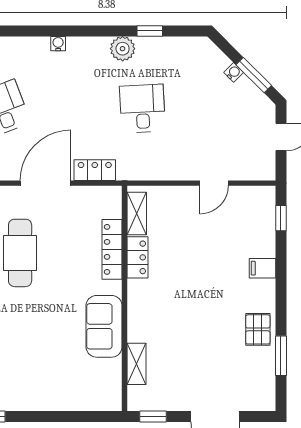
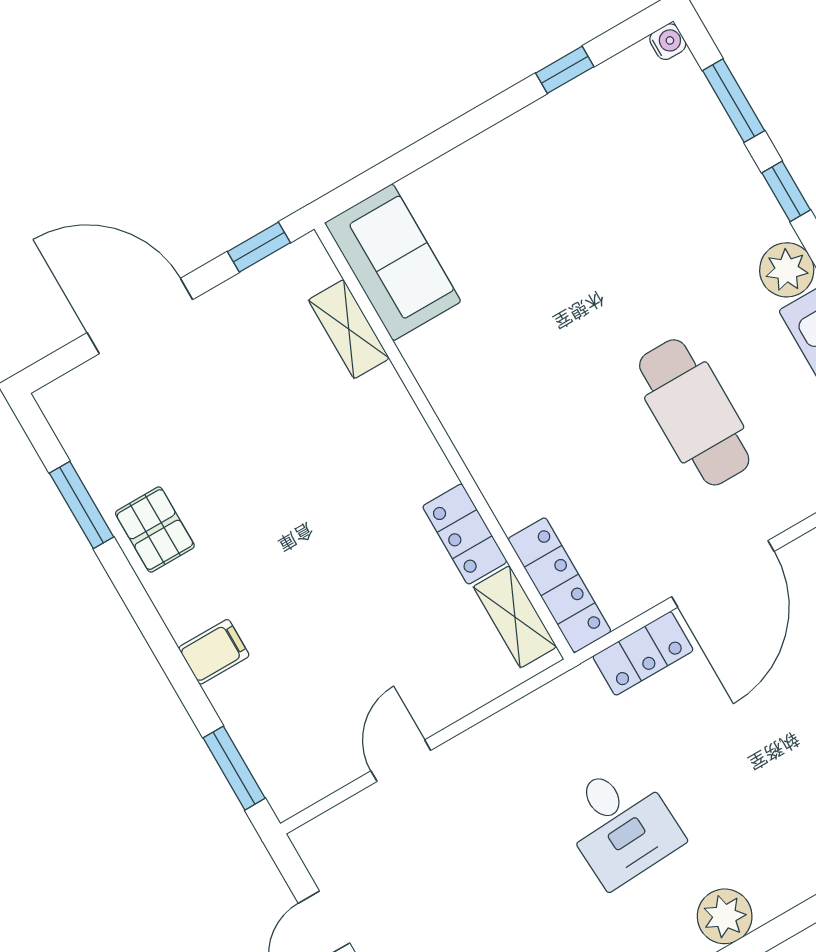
window: (281, 218) -> (234, 768), width x1.50
locker: (112, 249) -> (559, 585), moved
sofa: (104, 326) -> (393, 262), moved

